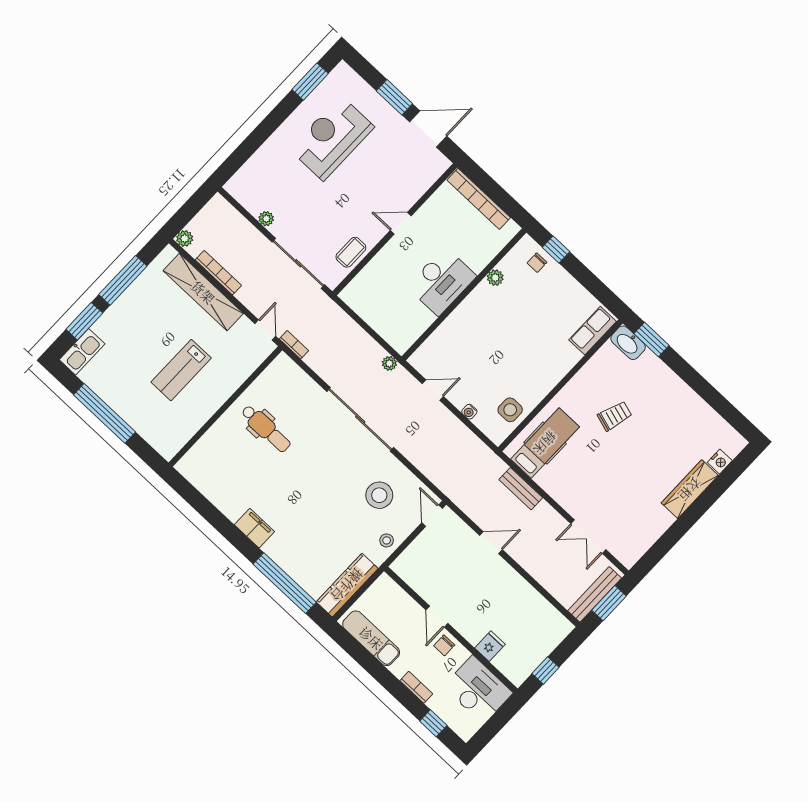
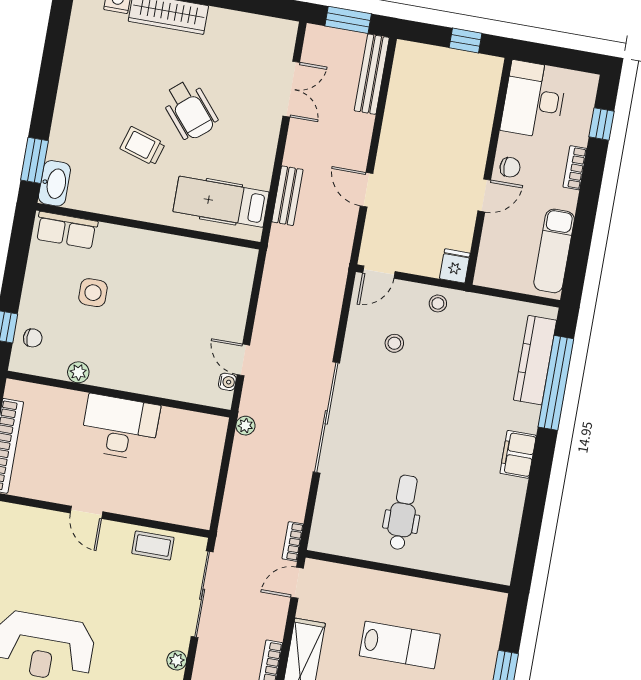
side table: (510, 410) -> (93, 293), moved
water cooler: (469, 412) -> (227, 382), moved
wheelchair: (618, 462) -> (190, 110), added
stool: (379, 495) -> (394, 343), width x0.53, depth x0.53
kitchen counter: (347, 585) -> (535, 360), moved, turned 90
bench: (595, 594) -> (372, 74), moved, turned 90
fridge: (490, 646) -> (455, 266), moved, turned 90

